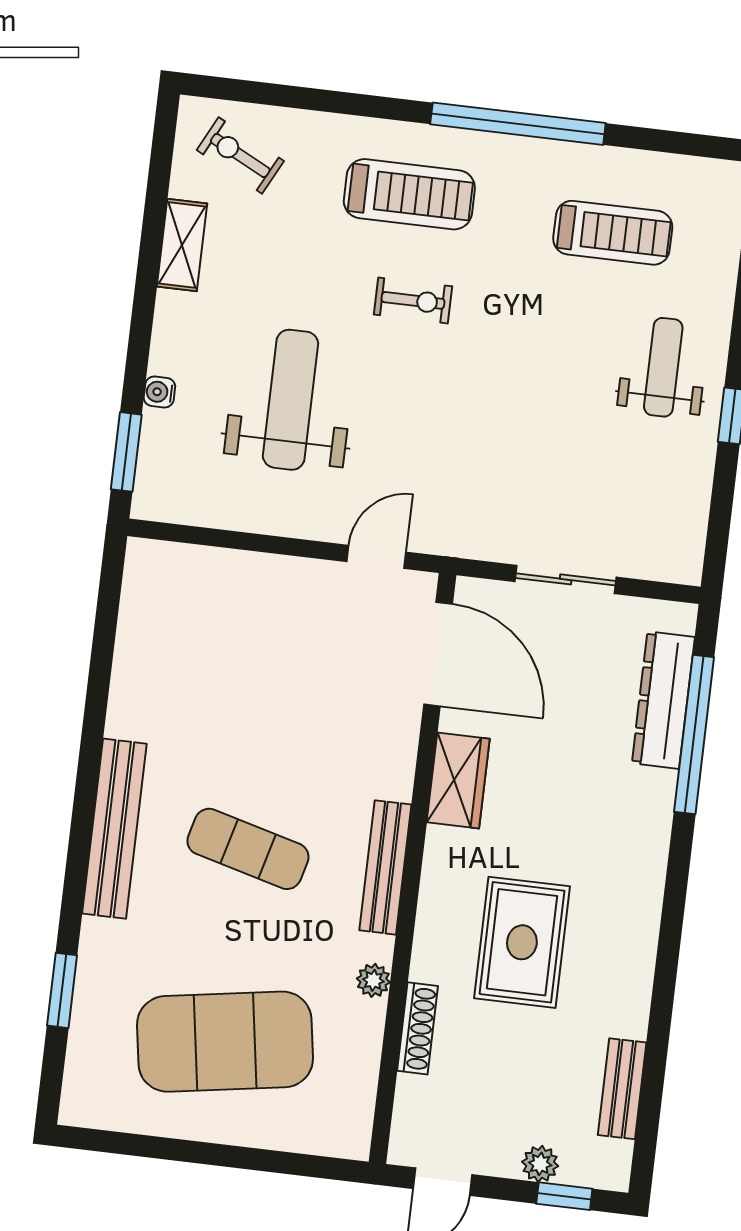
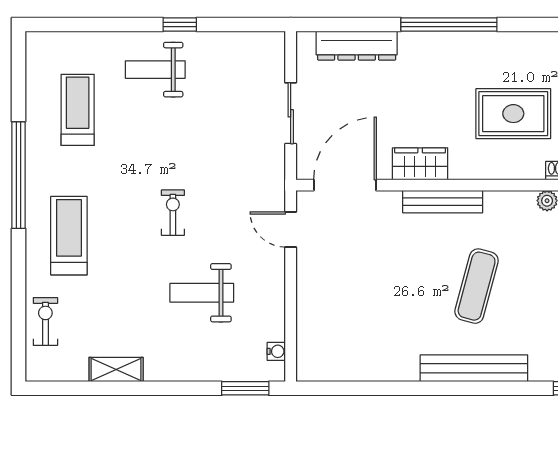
exercise bike: (240, 155) -> (45, 322), moved, turned 153
exercise bike: (413, 300) -> (173, 213), moved
water cooler: (159, 392) -> (276, 351), moved, turned -90
weight bench: (290, 400) -> (202, 293), width x0.73, depth x0.75
window: (694, 735) -> (449, 24), moved
bench: (385, 867) -> (443, 202), moved

